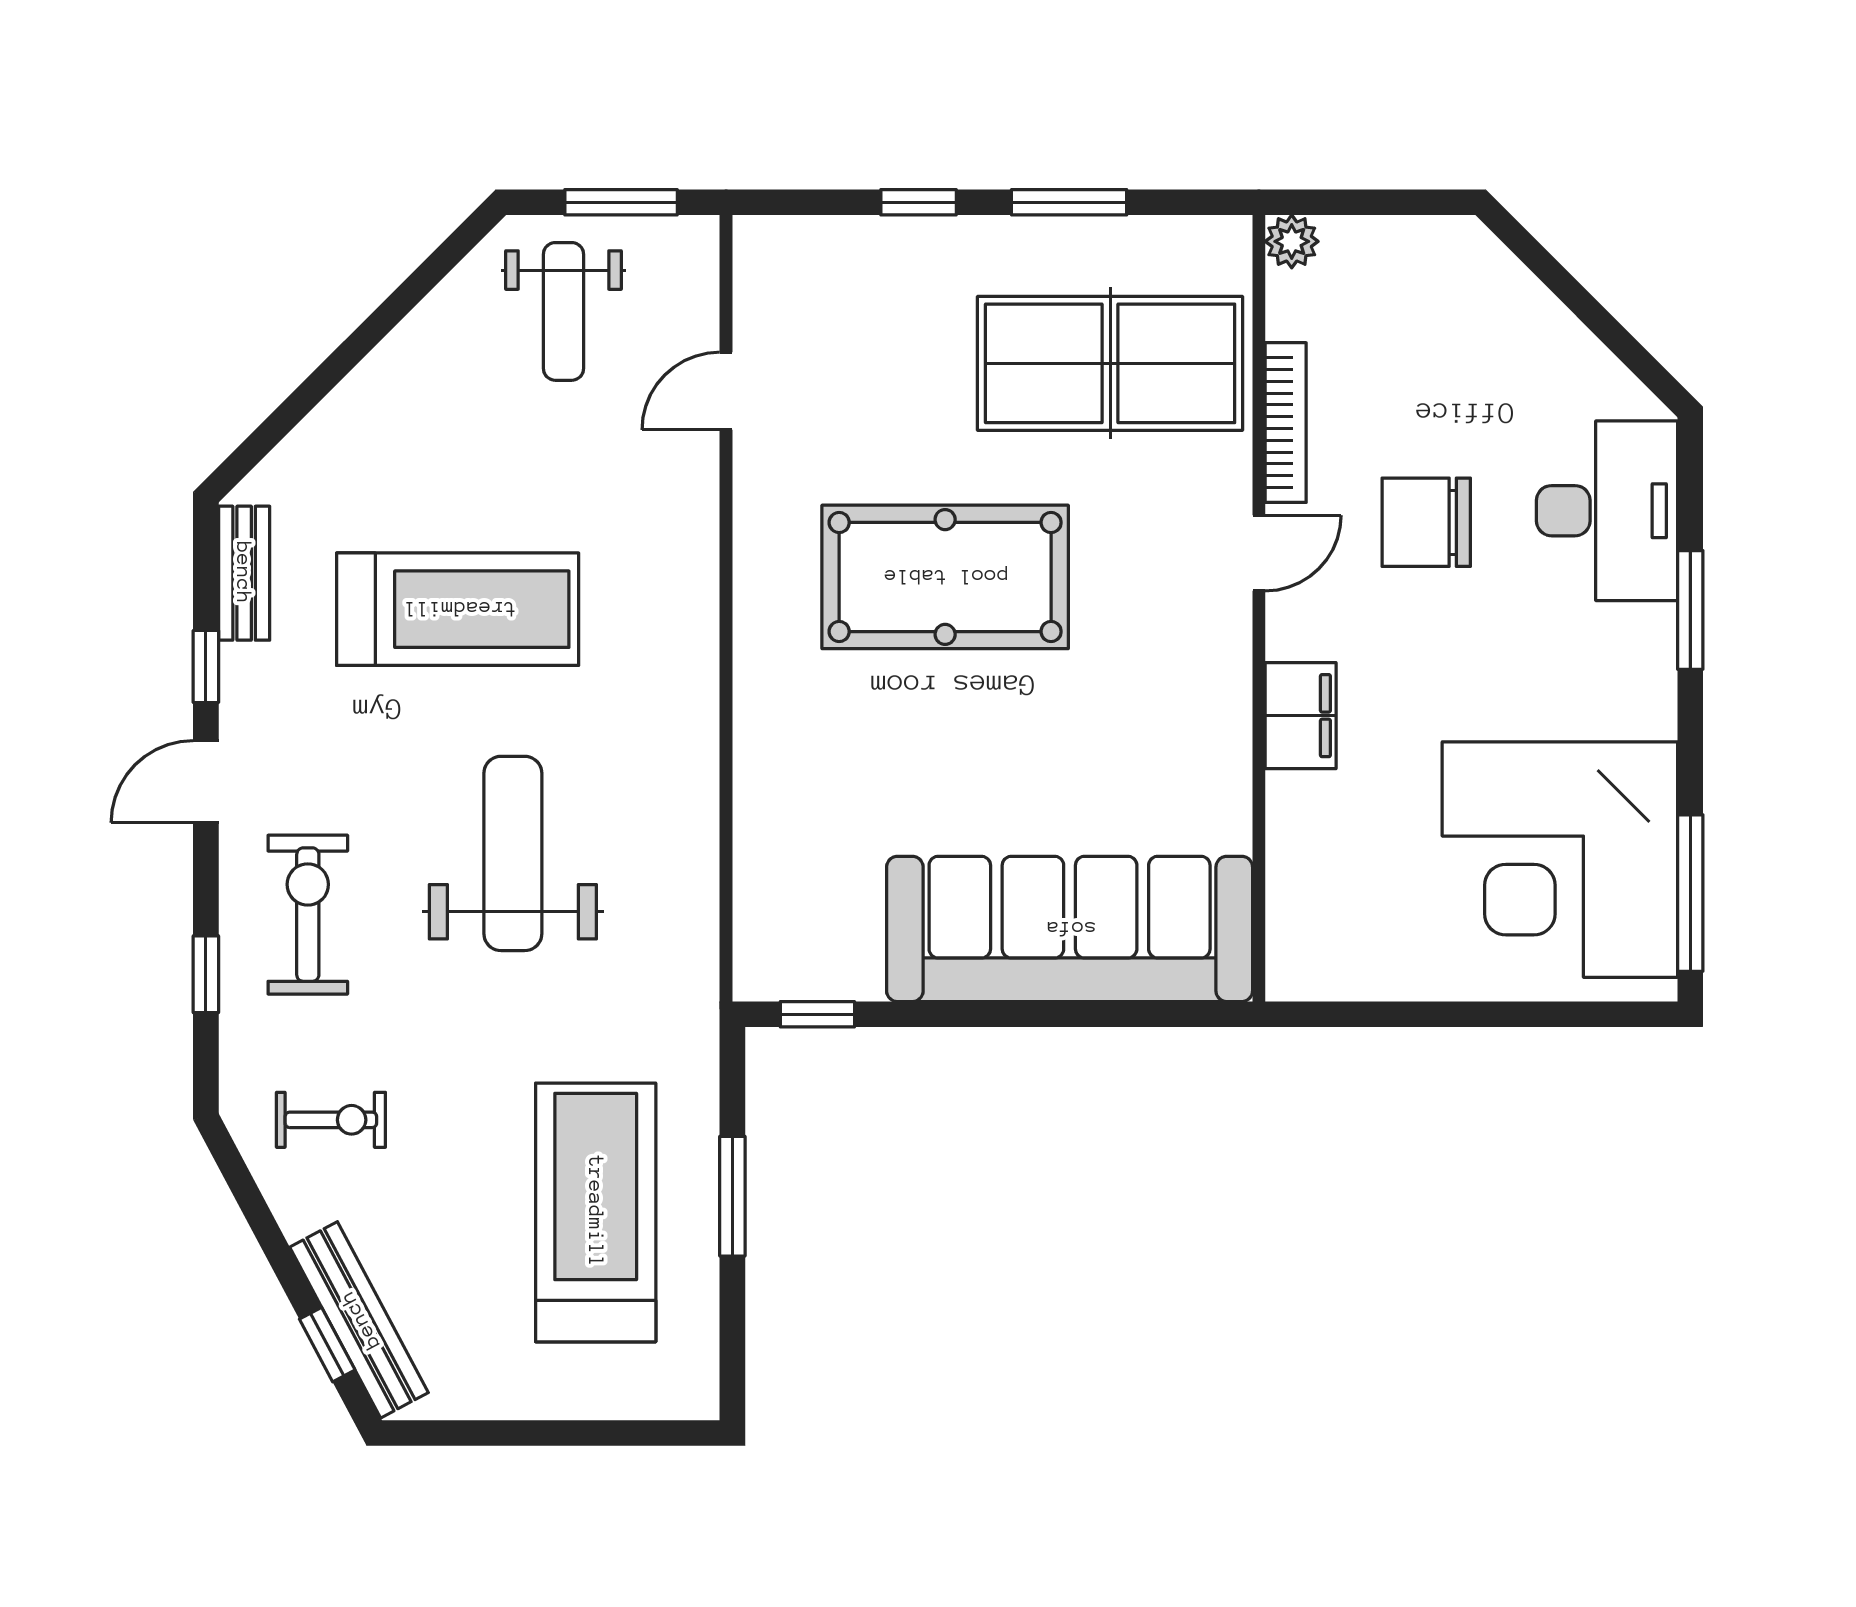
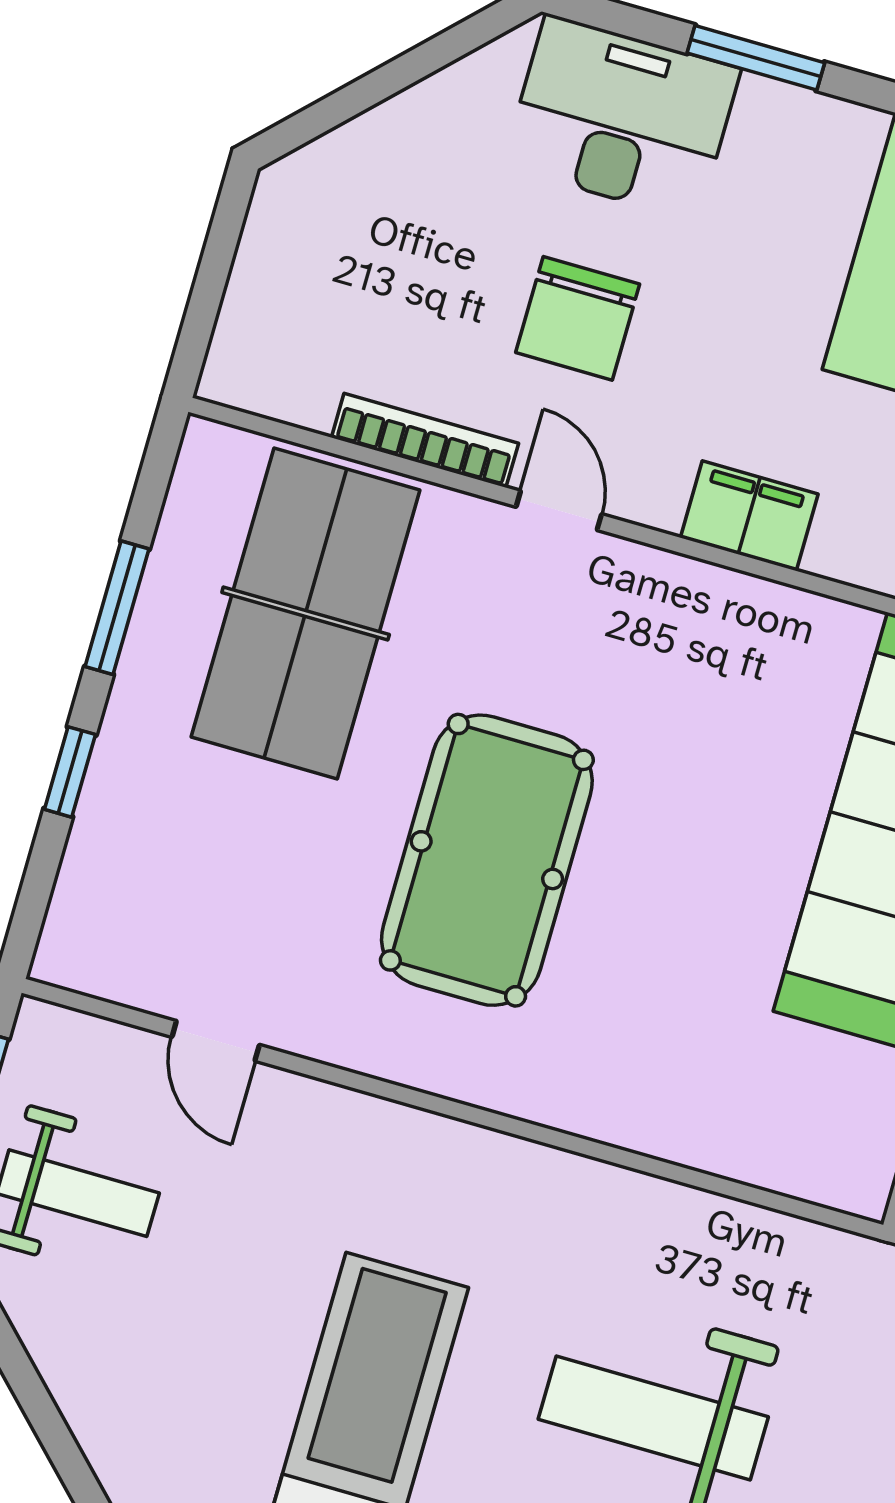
plant: (1292, 241) -> (229, 377), removed

